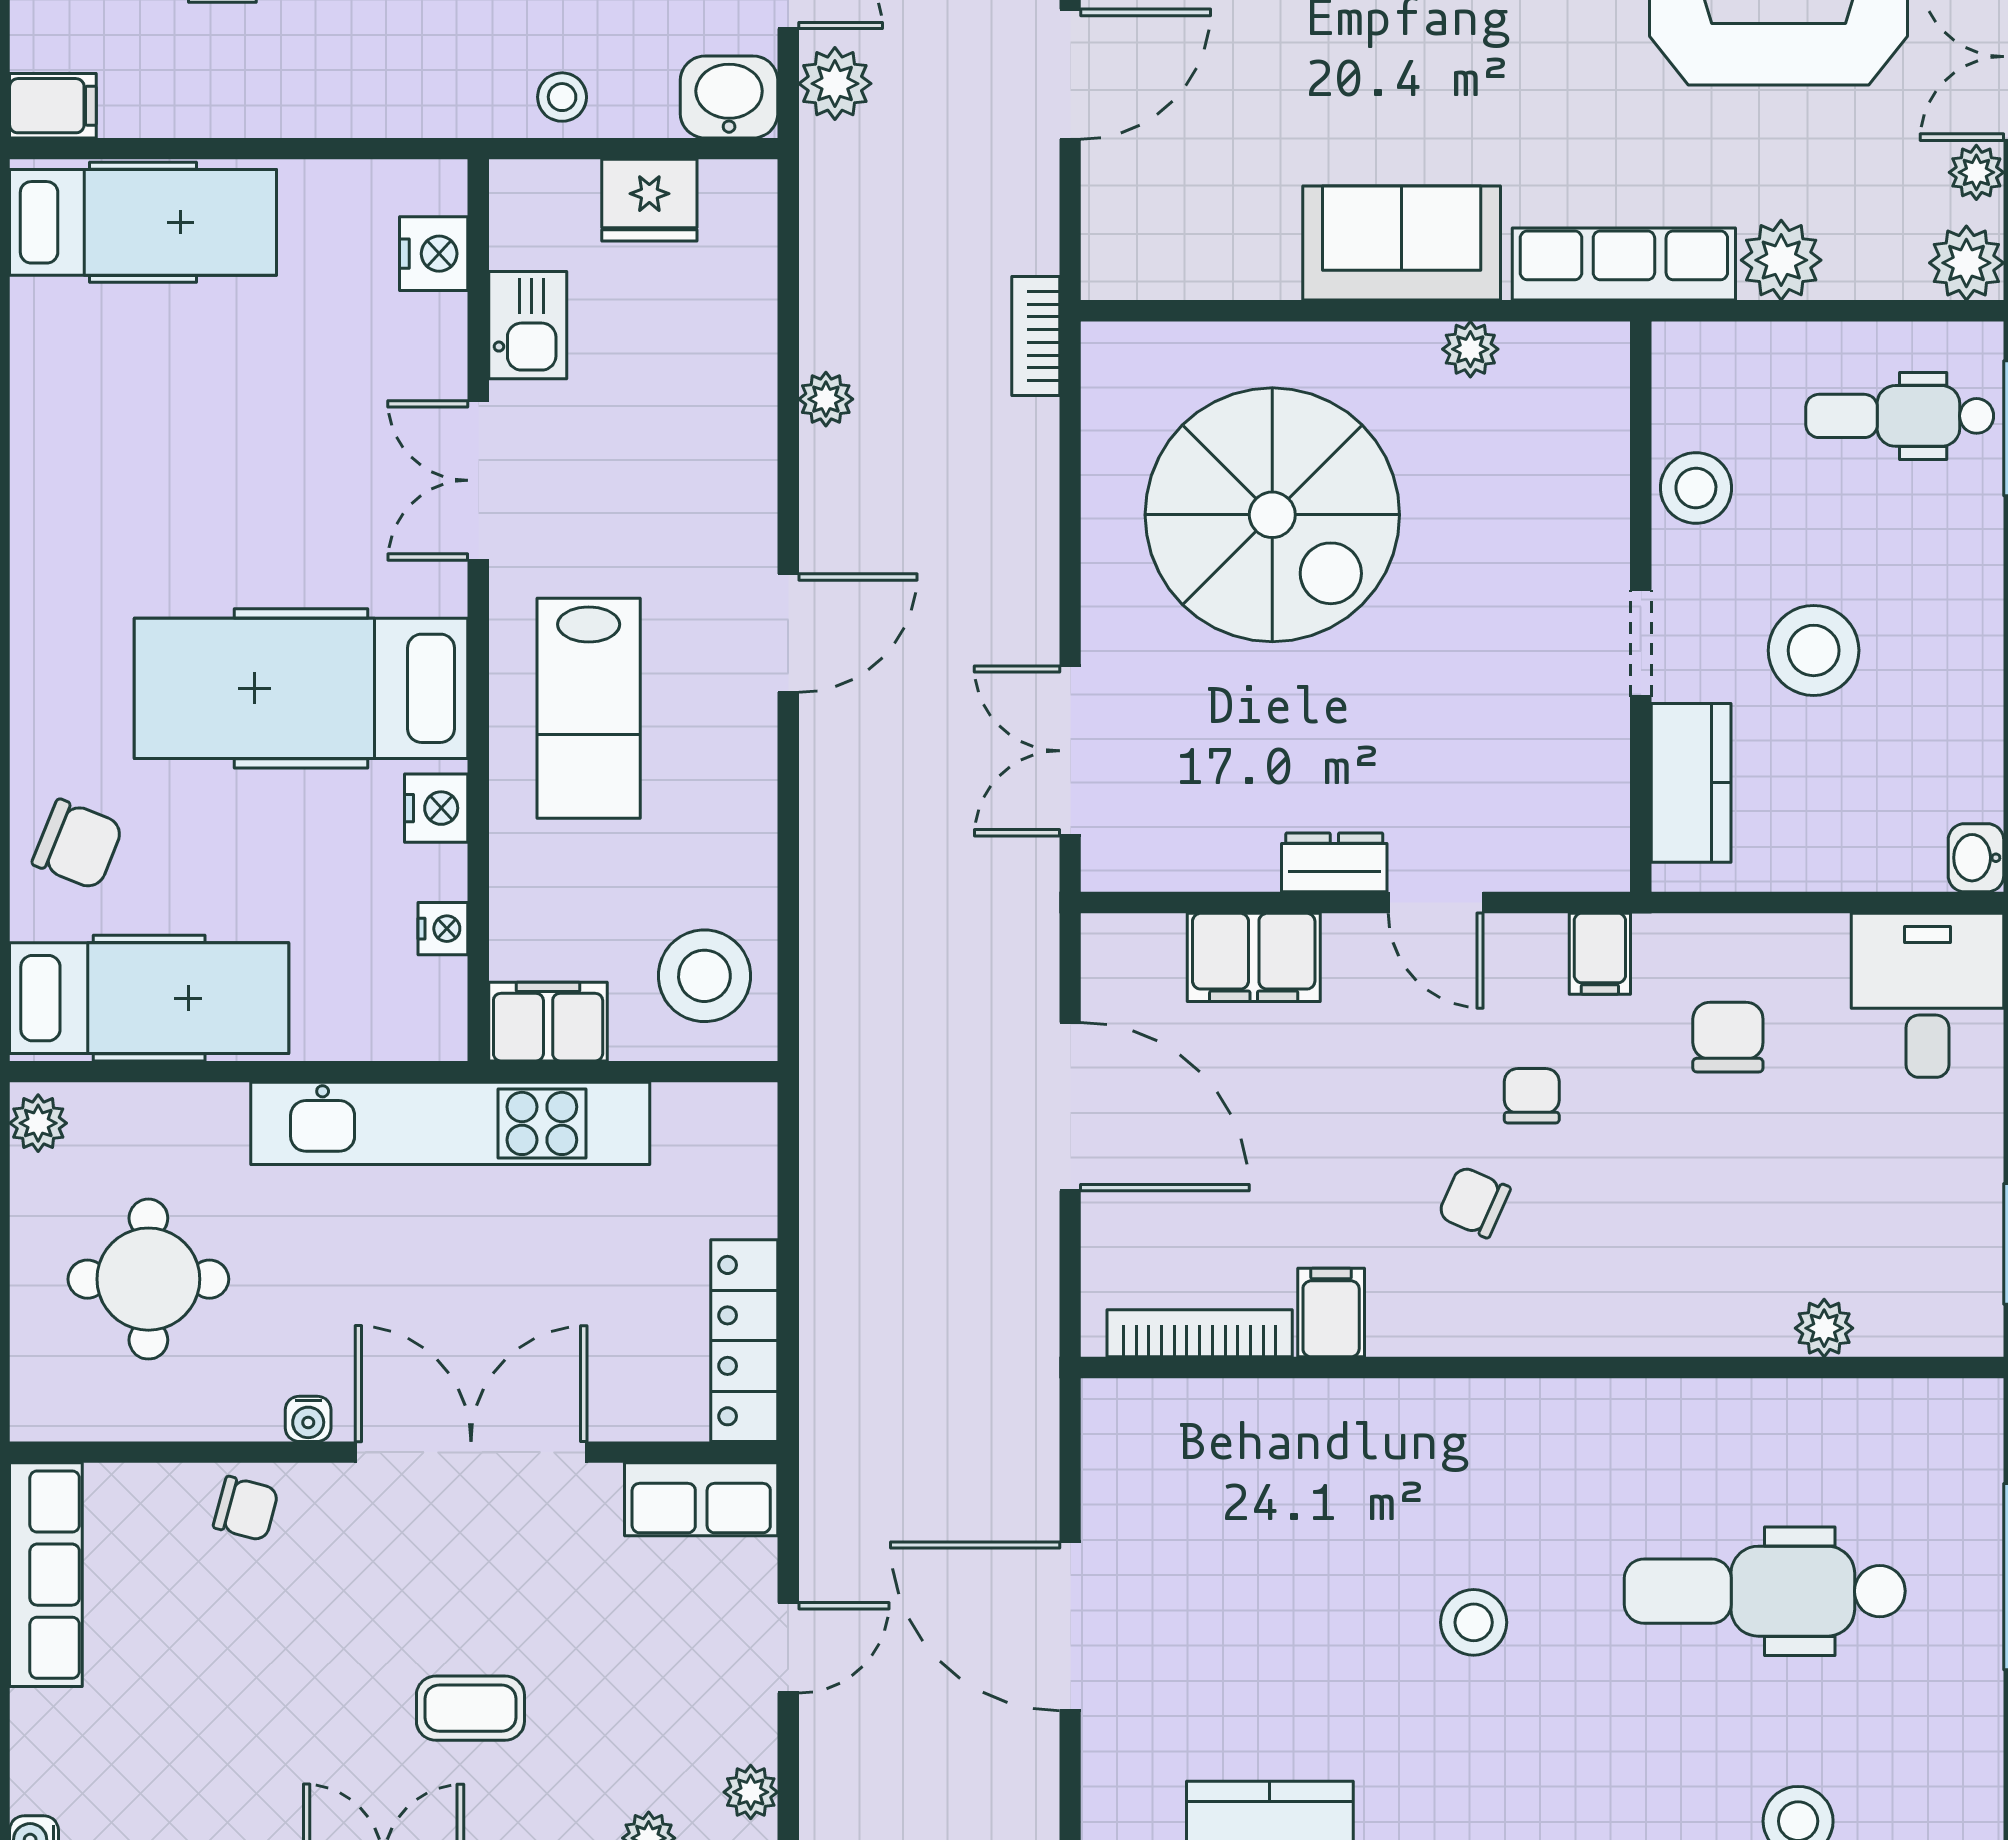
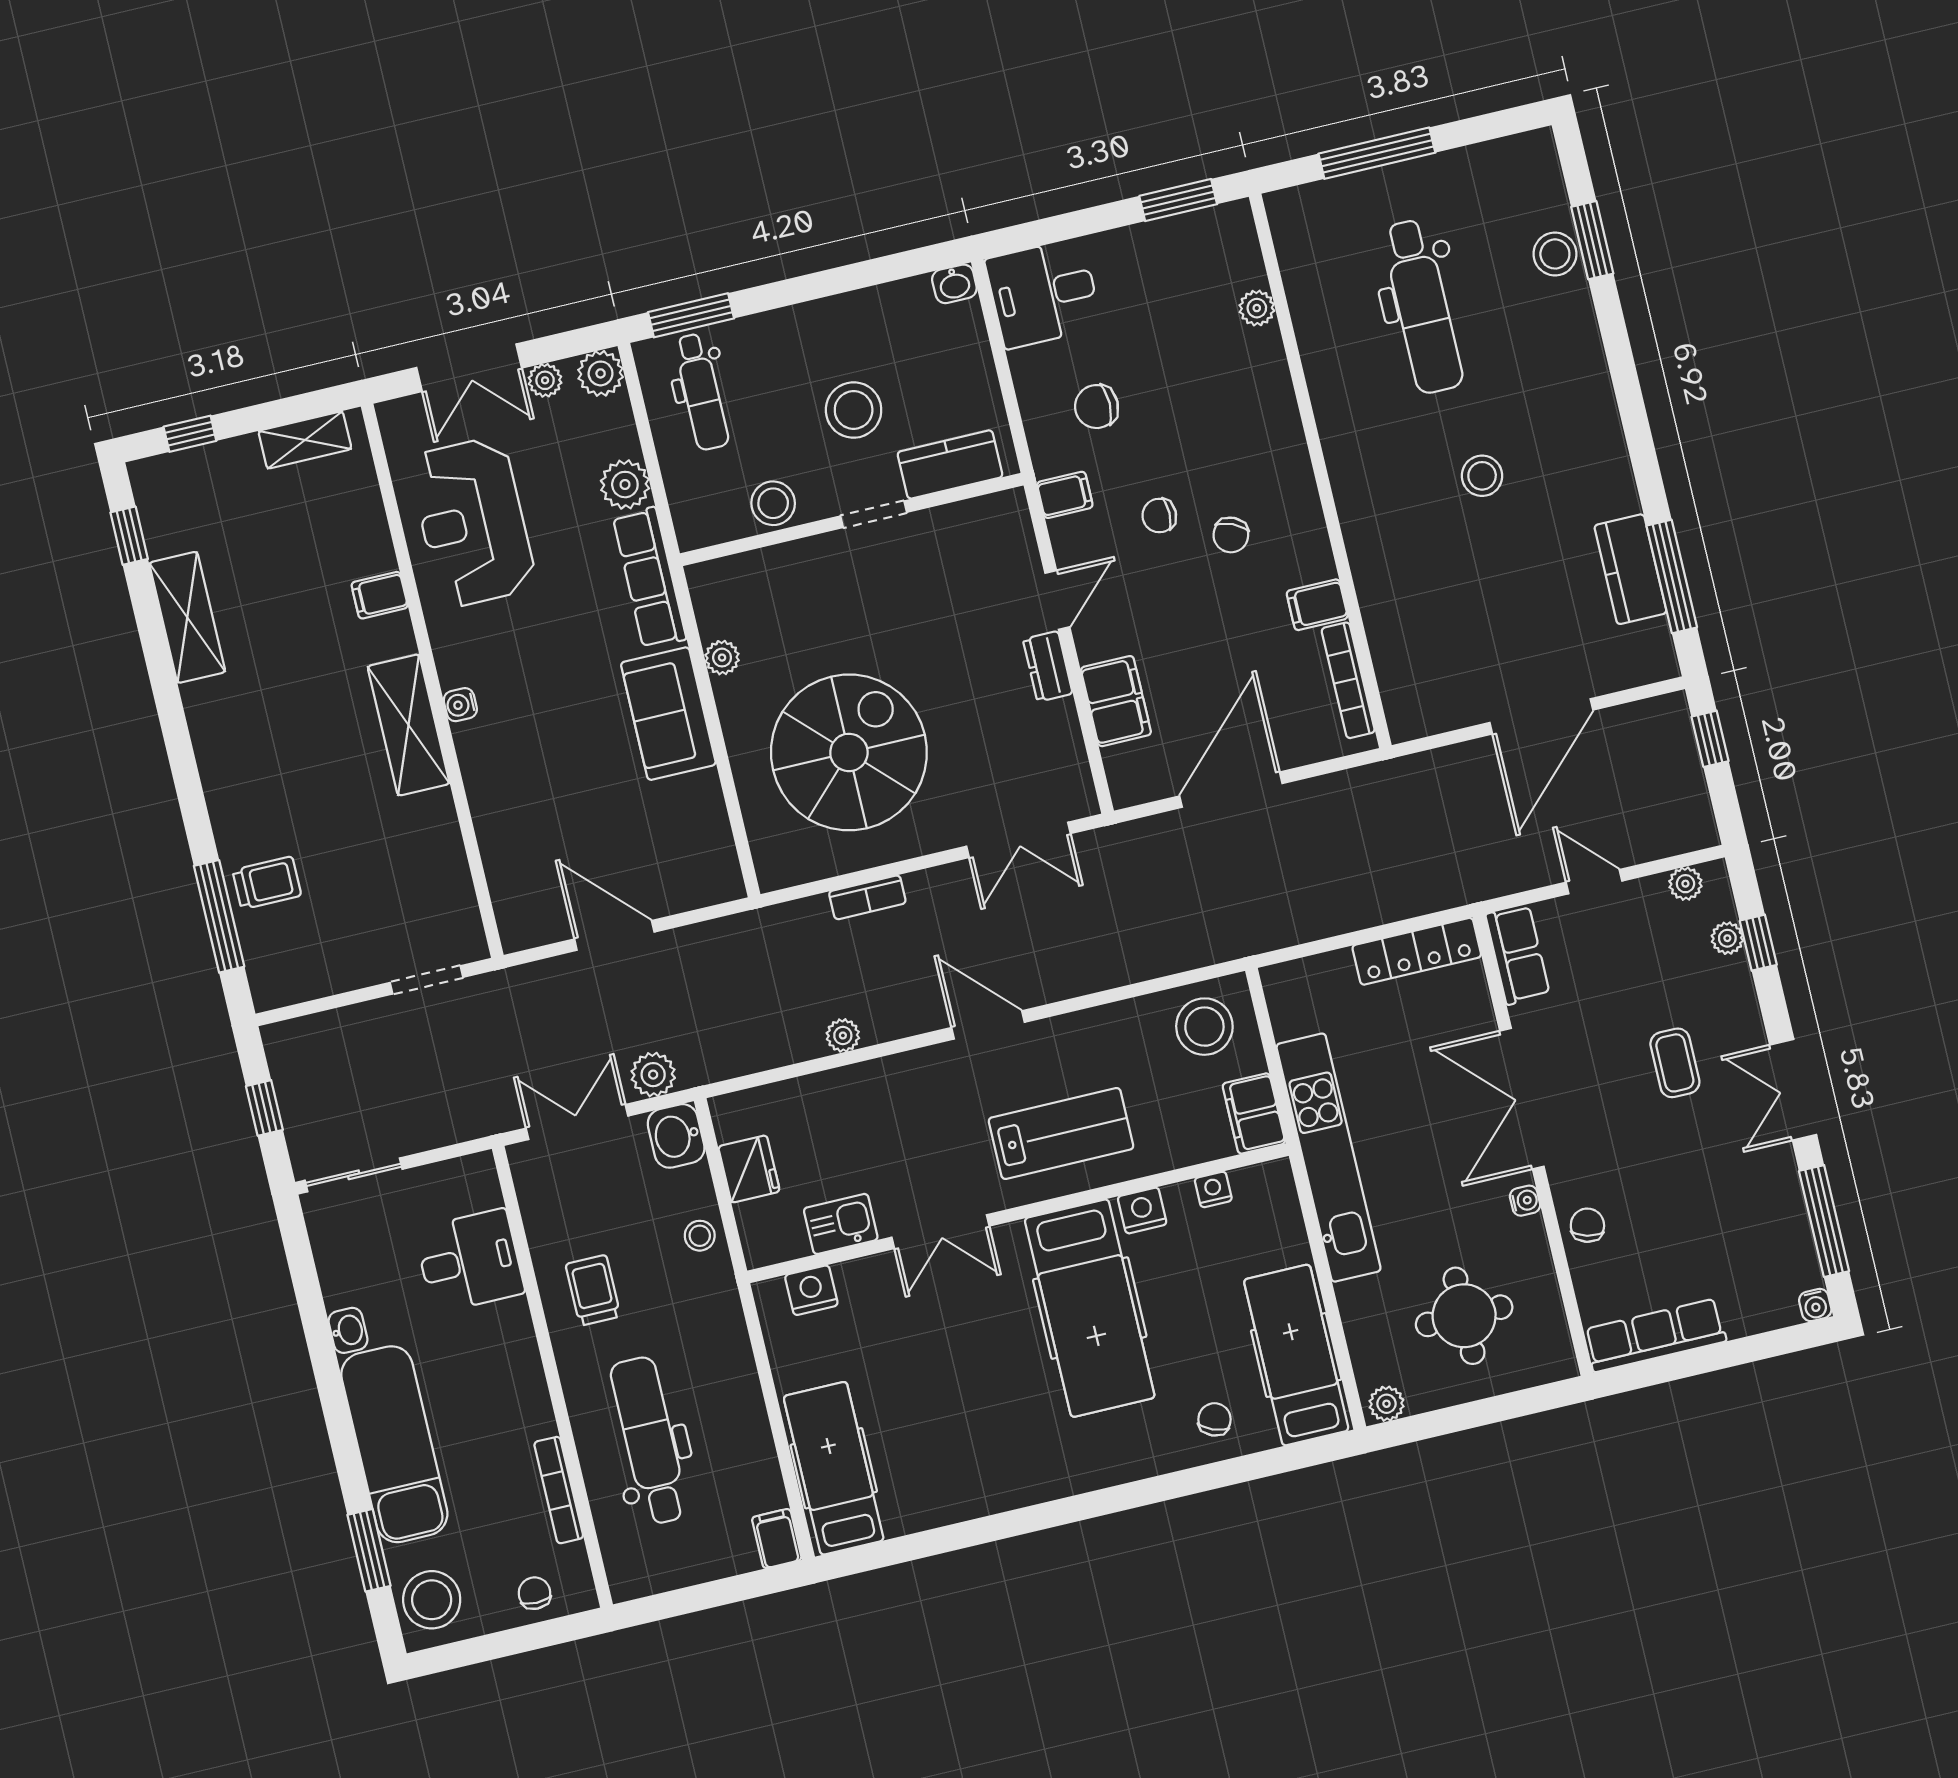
bookcase: (1036, 336) -> (867, 897), moved
chair: (78, 844) -> (1214, 1419), width x0.73, depth x0.73

